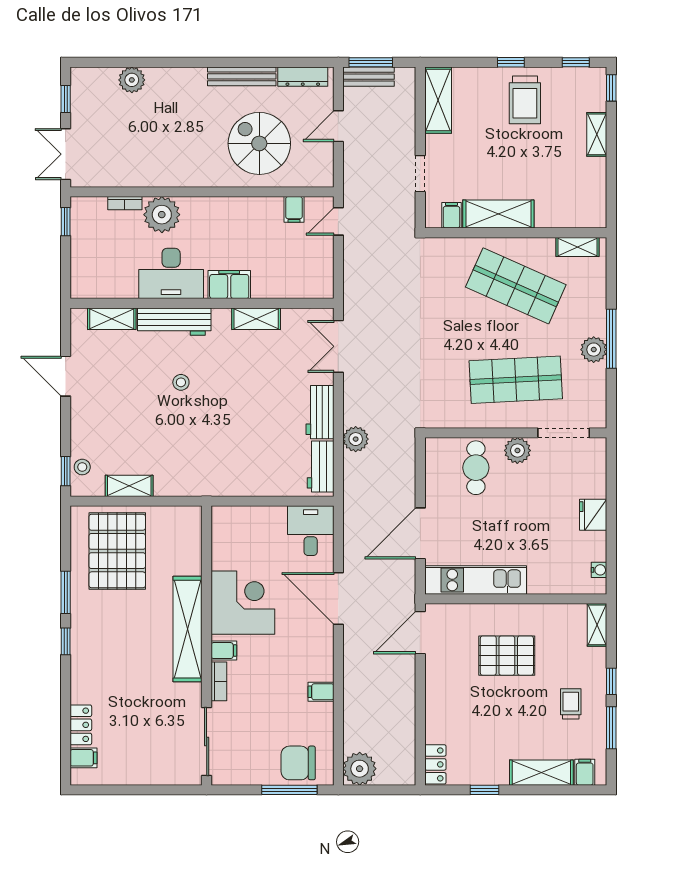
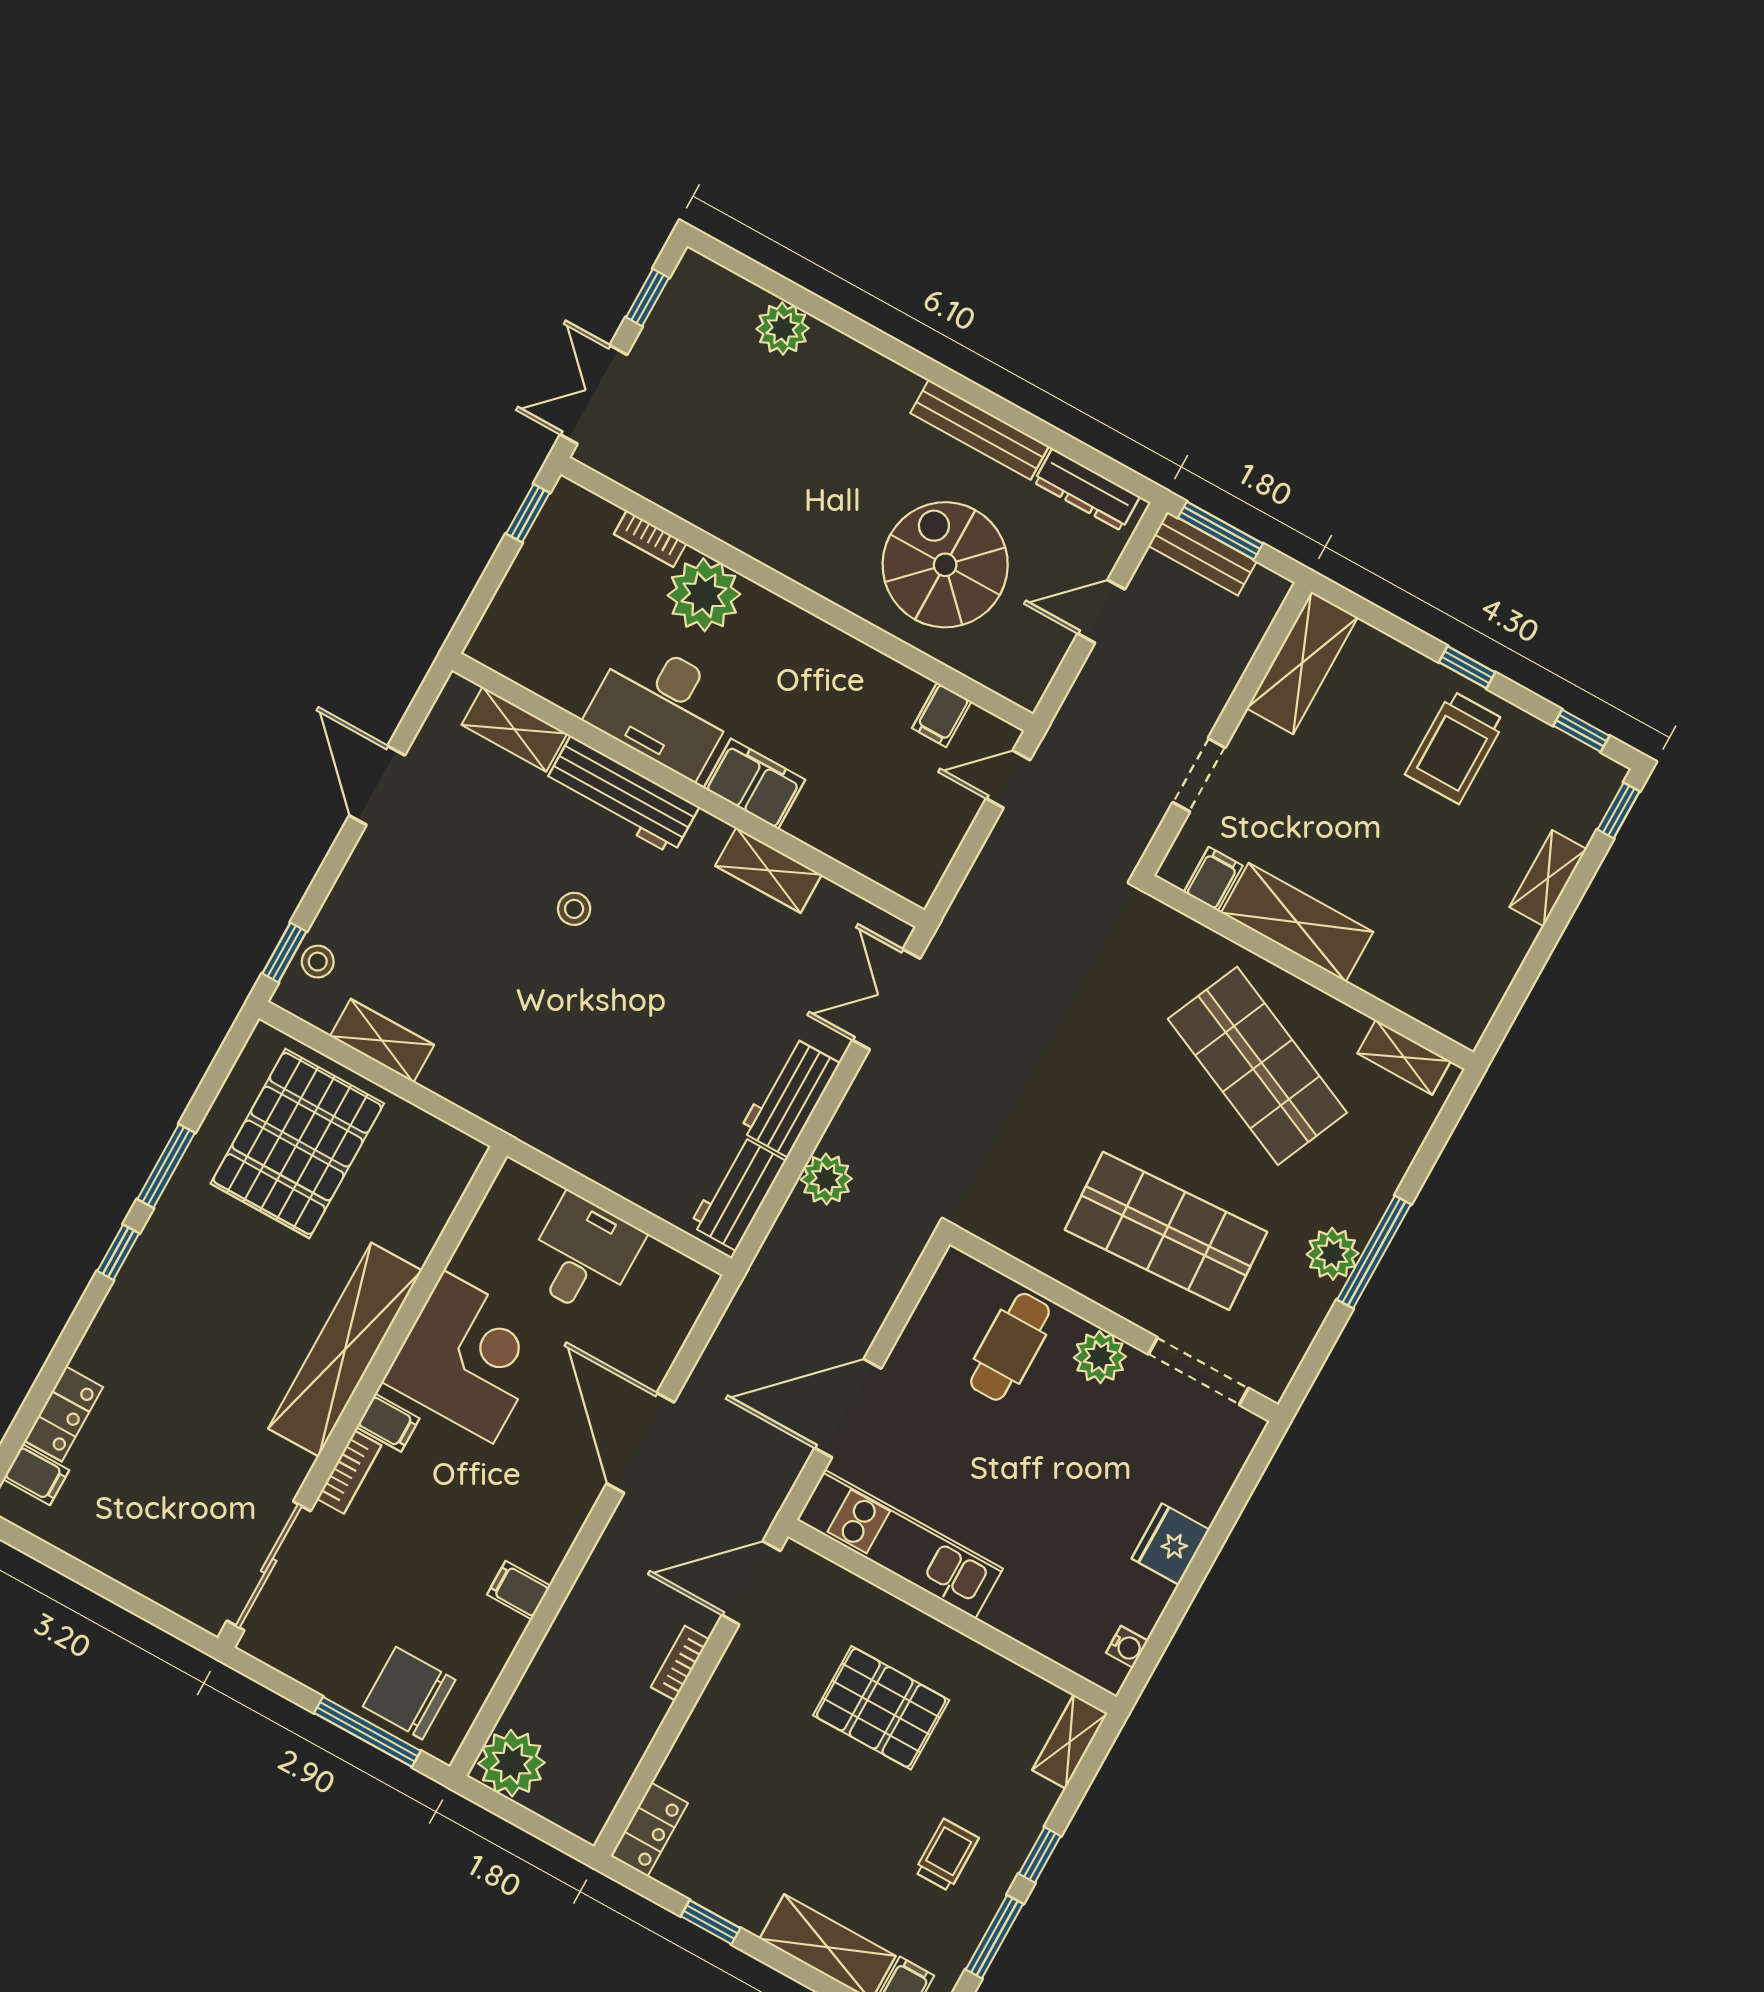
desk: (311, 531) -> (583, 1255), moved
bookcase: (409, 685) -> (680, 1663), added

